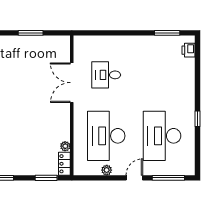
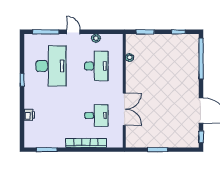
bookcase: (119, 41) -> (86, 143), added
printer: (189, 50) -> (29, 115), moved
desk: (106, 136) -> (96, 66), width x0.73, depth x0.77
locker: (64, 164) -> (130, 43), removed
door: (134, 178) -> (73, 32), swing flipped

